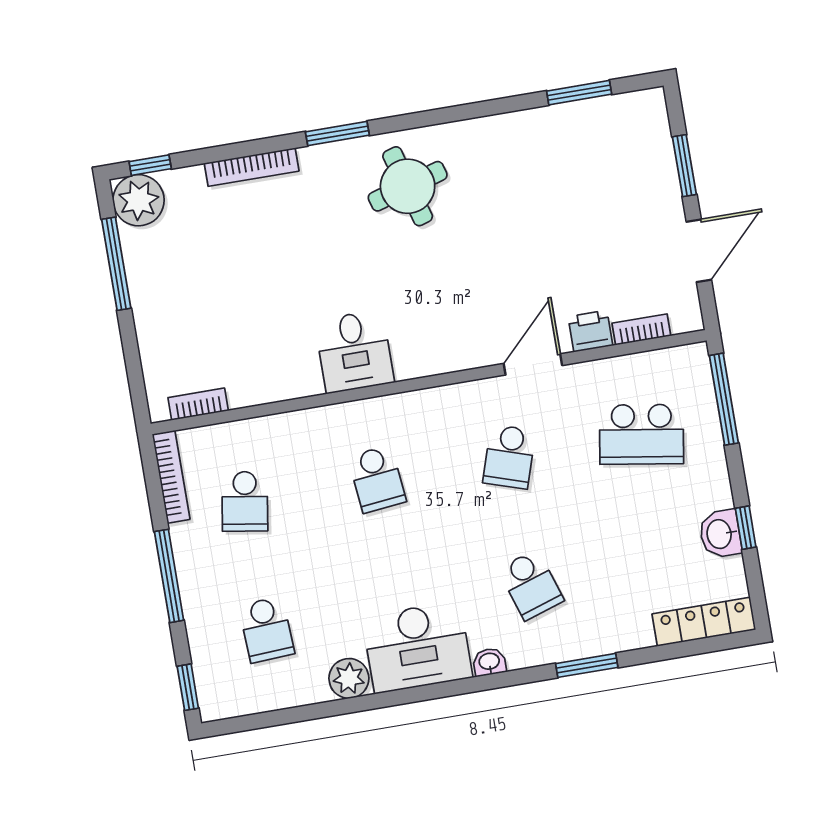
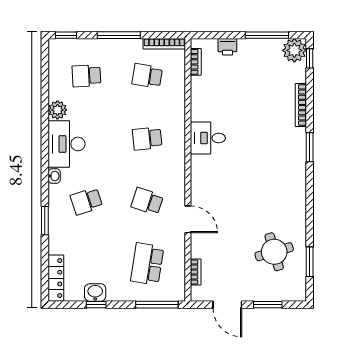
round table: (408, 186) -> (274, 252), moved
printer: (590, 331) -> (227, 47), moved, turned 90

